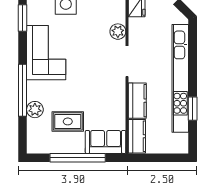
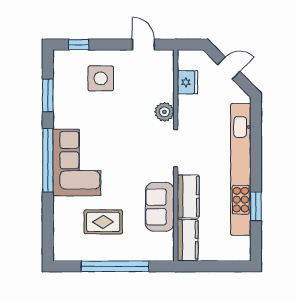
corner sofa: (46, 53) -> (77, 162), moved
window: (23, 90) -> (48, 160), moved
plant: (35, 110) -> (63, 207), removed
sofa: (106, 142) -> (160, 207), moved, turned -90

